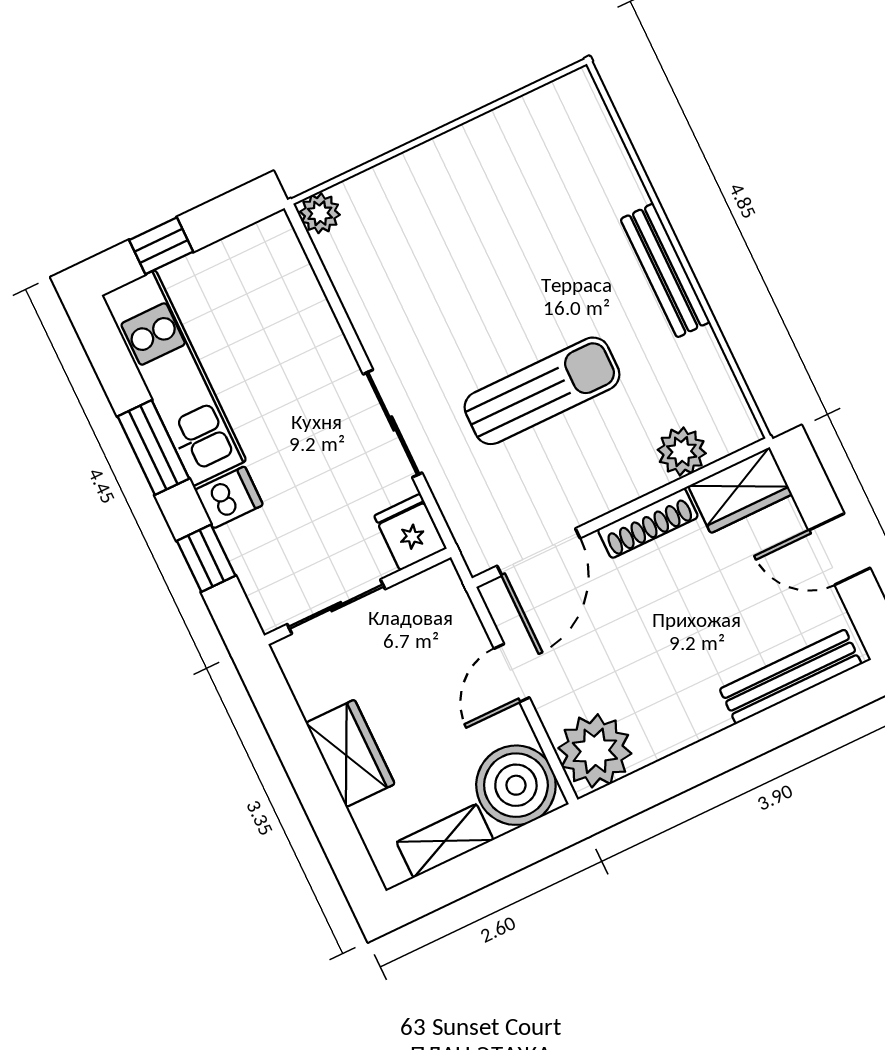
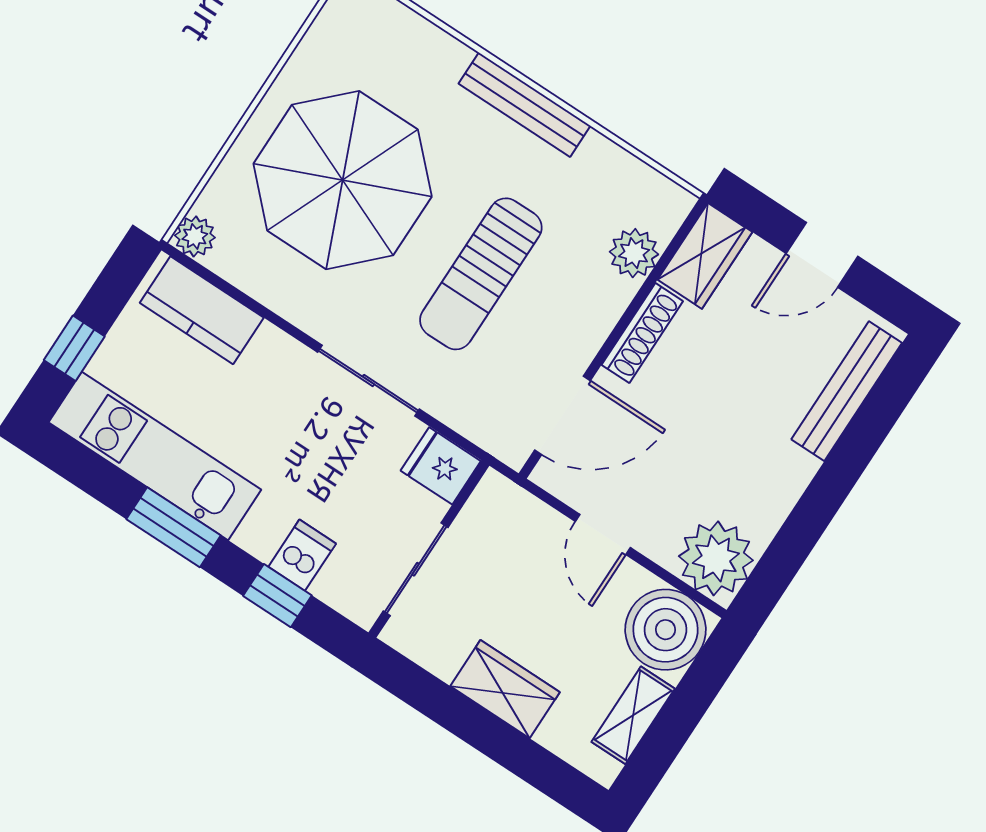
parasol: (473, 241) -> (343, 180), added
kitchen counter: (288, 279) -> (202, 310), added
sun lounger: (542, 391) -> (481, 274), turned 180
dishwasher: (229, 497) -> (302, 555), moved
door: (539, 552) -> (562, 415), hinge flipped

